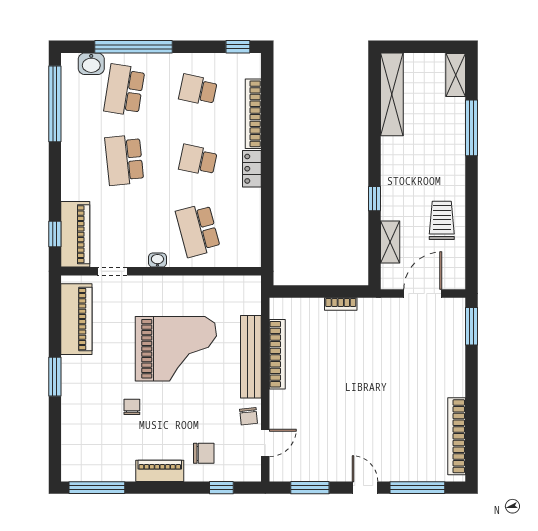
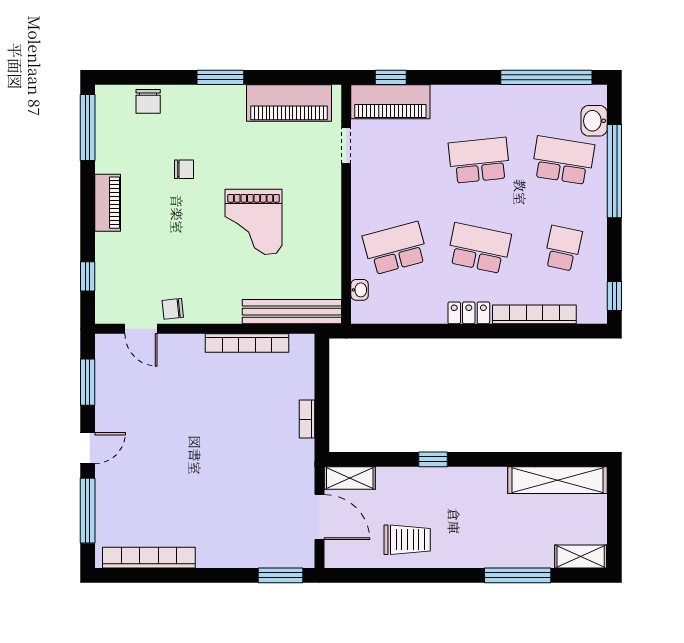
school desk: (198, 160) -> (479, 248), width x1.85
shelving: (390, 242) -> (350, 478), moved
washbasin: (157, 260) -> (360, 290), moved
grand piano: (176, 349) -> (254, 222), width x0.73, depth x0.68
bench: (251, 357) -> (292, 312), moved
chair: (204, 453) -> (148, 101), moved

